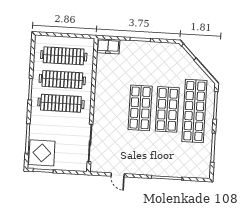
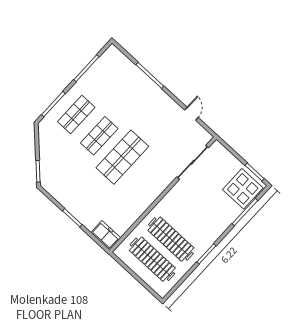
clothes rail: (61, 103) -> (189, 219), removed
shop shelf: (167, 109) -> (99, 136), width x0.70, depth x0.74
shop shelf: (194, 111) -> (76, 115), width x0.50, depth x0.74

